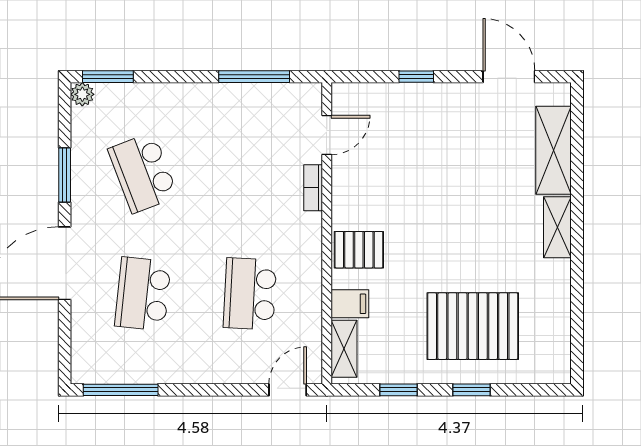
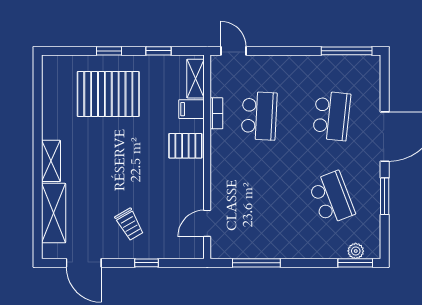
plant: (82, 94) -> (356, 251), moved
trolley: (441, 134) -> (129, 224), added
bookcase: (313, 188) -> (216, 113), moved
door: (288, 390) -> (234, 51), swing flipped

